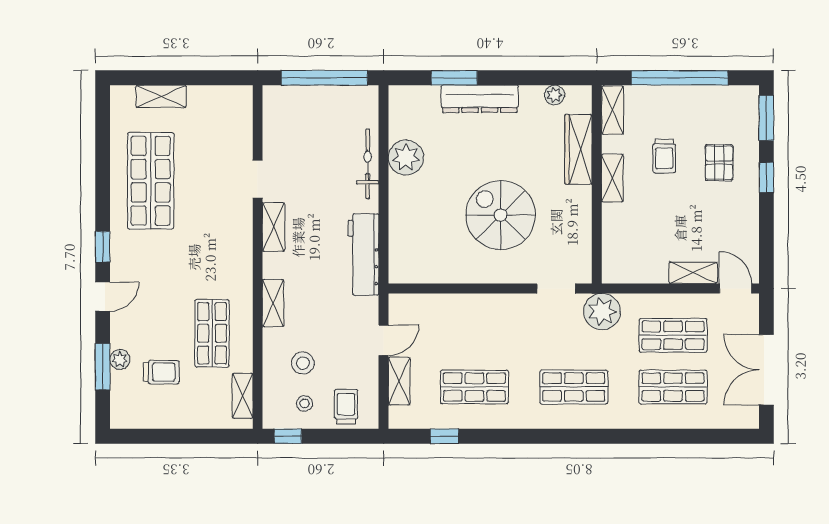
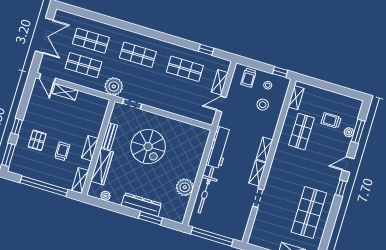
bicycle: (368, 164) -> (206, 190), width x1.37, depth x1.40
bench: (582, 212) -> (109, 136), added
shelving: (273, 303) -> (265, 149), moved

